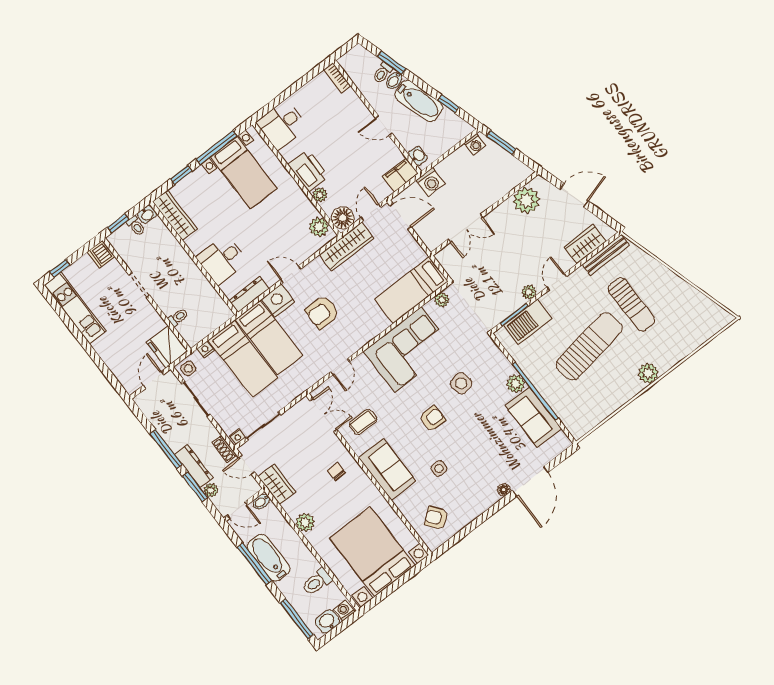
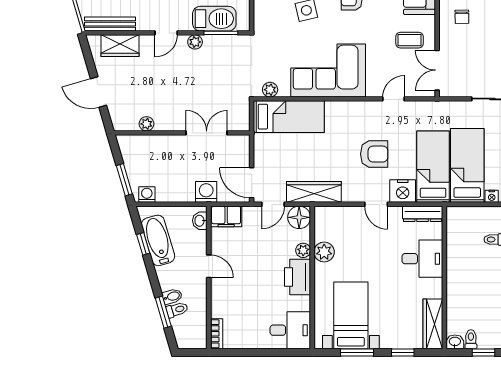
bathtub: (419, 101) -> (158, 240), moved
window: (217, 148) -> (357, 352), width x0.69
plant: (526, 200) -> (146, 124), width x0.53, depth x0.53
plant: (319, 227) -> (324, 252), moved

